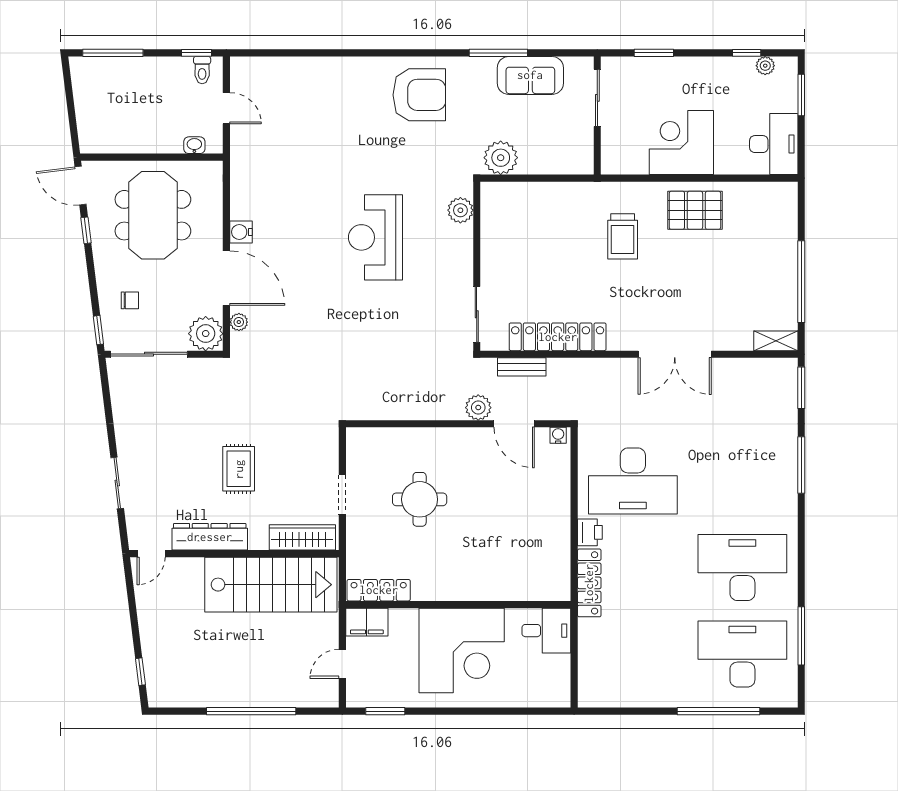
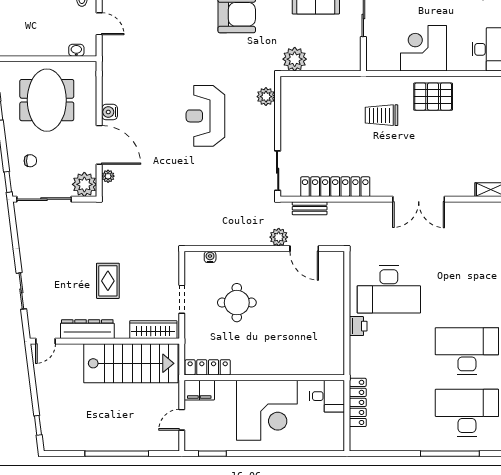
trolley: (623, 236) -> (382, 115), turned 90
water cooler: (558, 435) -> (210, 257), moved
locker: (589, 583) -> (358, 402), moved

